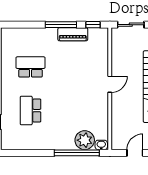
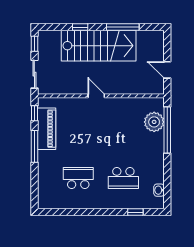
piano: (73, 34) -> (47, 129), width x1.37, depth x1.33
school desk: (31, 67) -> (78, 178), turned 90
washbasin: (101, 145) -> (159, 190), moved

